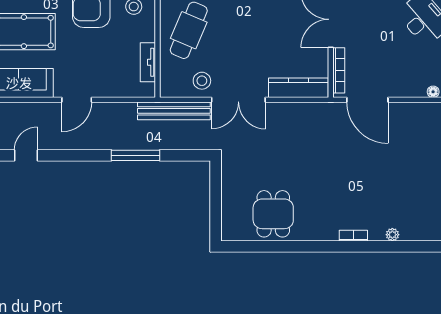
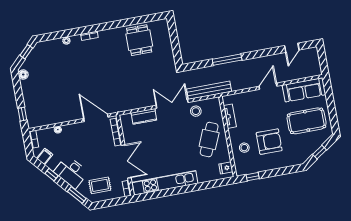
kitchen counter: (298, 88) -> (144, 116), width x0.67

